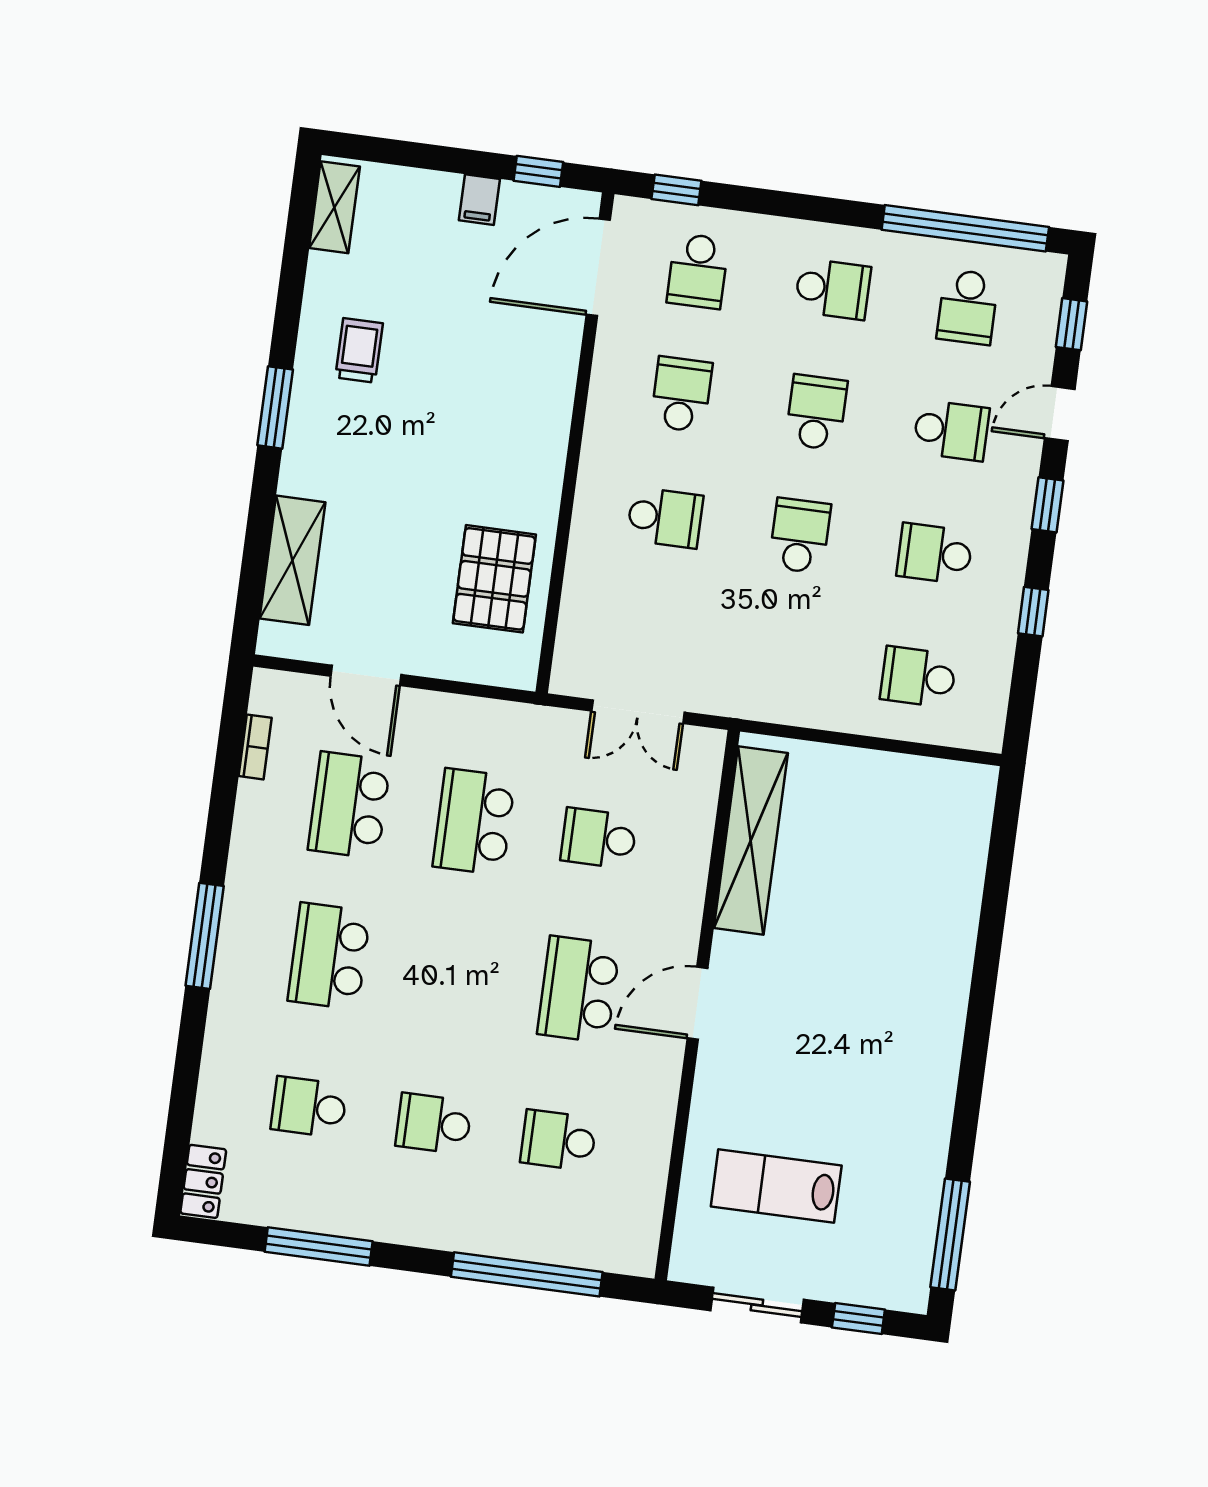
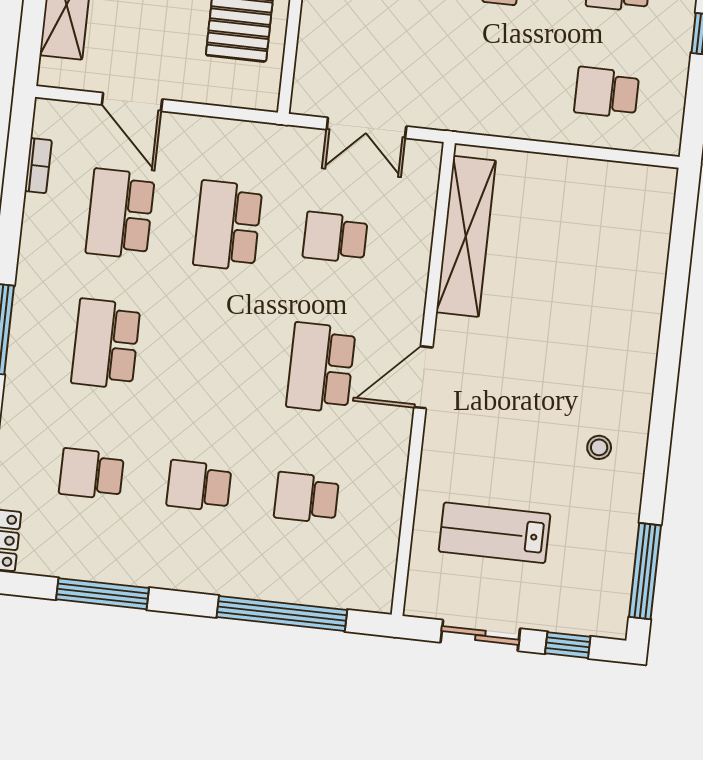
stool: (900, 1089) -> (599, 447), added

